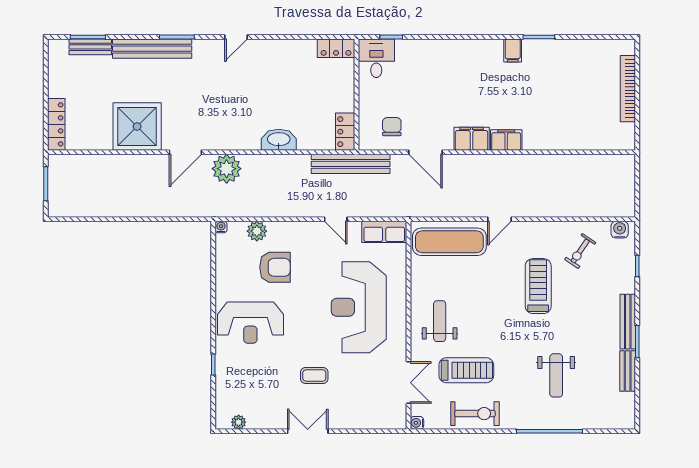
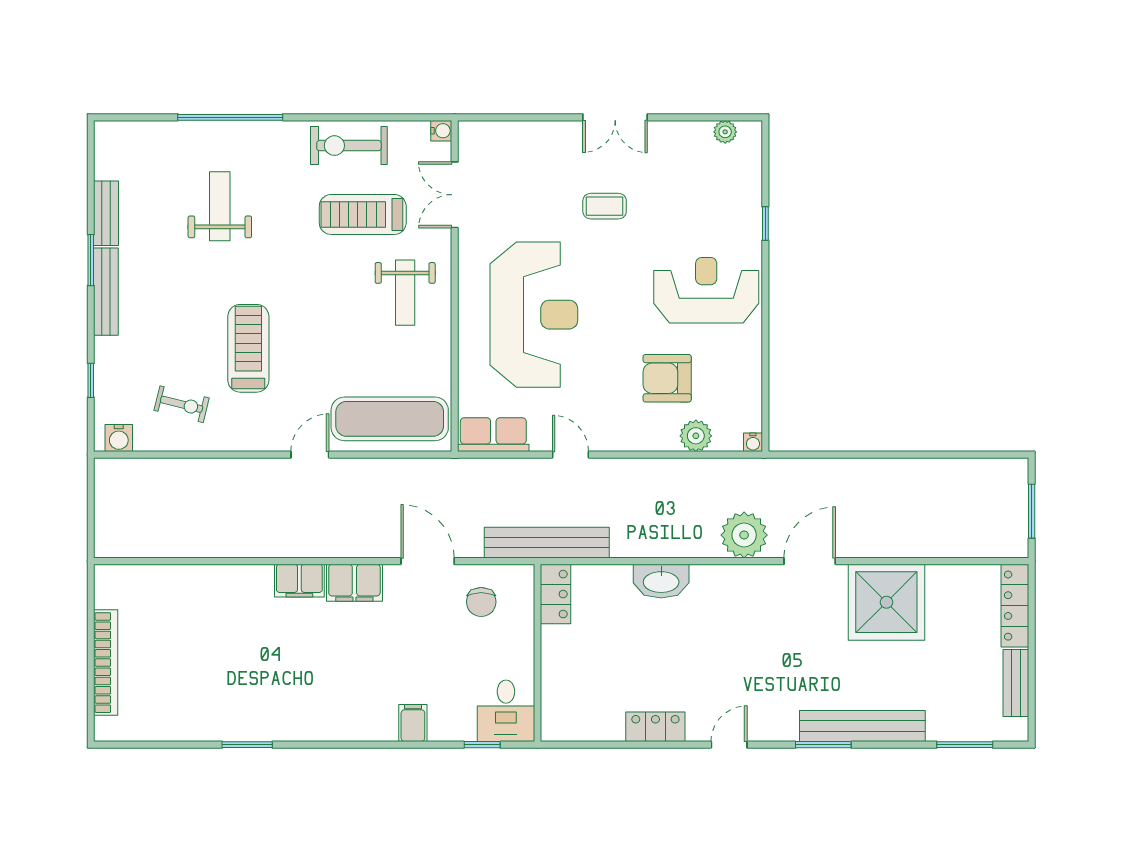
bench: (90, 47) -> (1016, 683), moved, turned 90
locker: (336, 48) -> (655, 727), moved
filing cabinet: (513, 51) -> (413, 723), moved
exercise bike: (580, 251) -> (182, 404), turned 70
treadmill: (538, 286) -> (248, 348), turned 180

